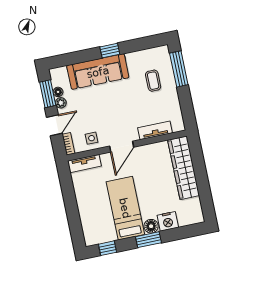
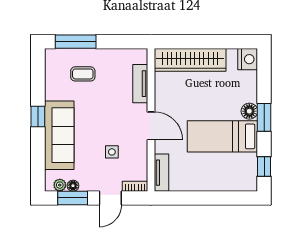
plant: (61, 103) -> (60, 185), moved
door: (54, 125) -> (110, 198), swing flipped
side table: (91, 138) -> (112, 152), moved
nightstand: (168, 221) -> (248, 59), moved

